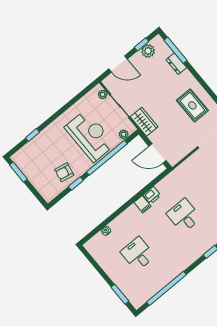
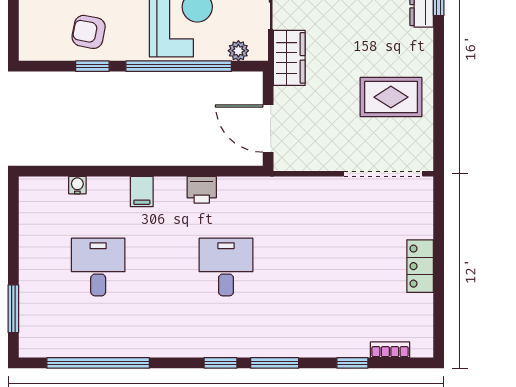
rug: (192, 105) -> (391, 97), turned 90
filing cabinet: (142, 204) -> (142, 192), moved

